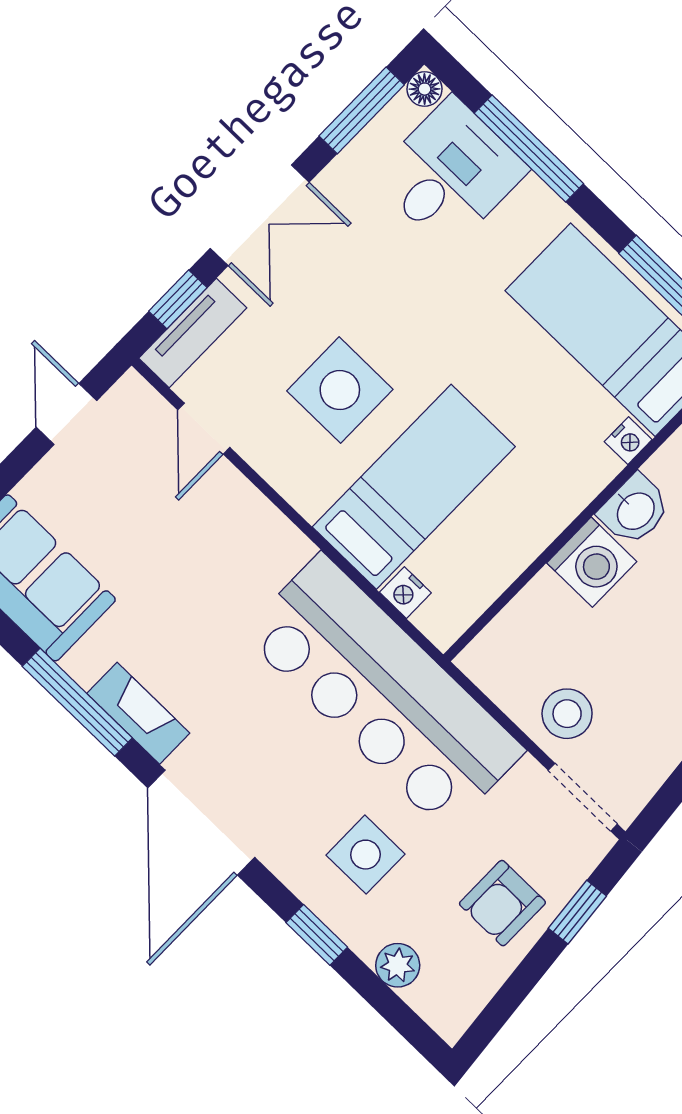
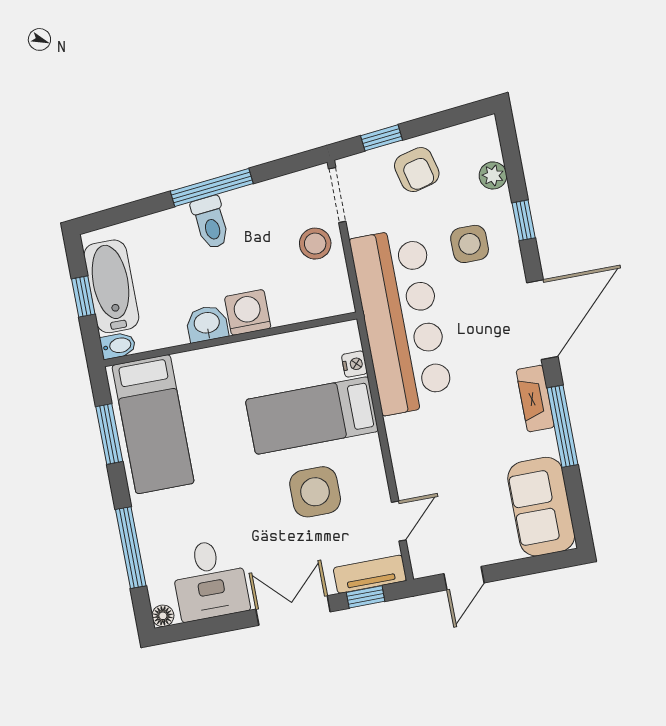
window: (362, 110) -> (203, 628), removed
desk: (450, 173) -> (210, 580), moved, turned -90
nightstand: (628, 441) -> (185, 362), removed
armchair: (502, 903) -> (417, 170), turned 76

